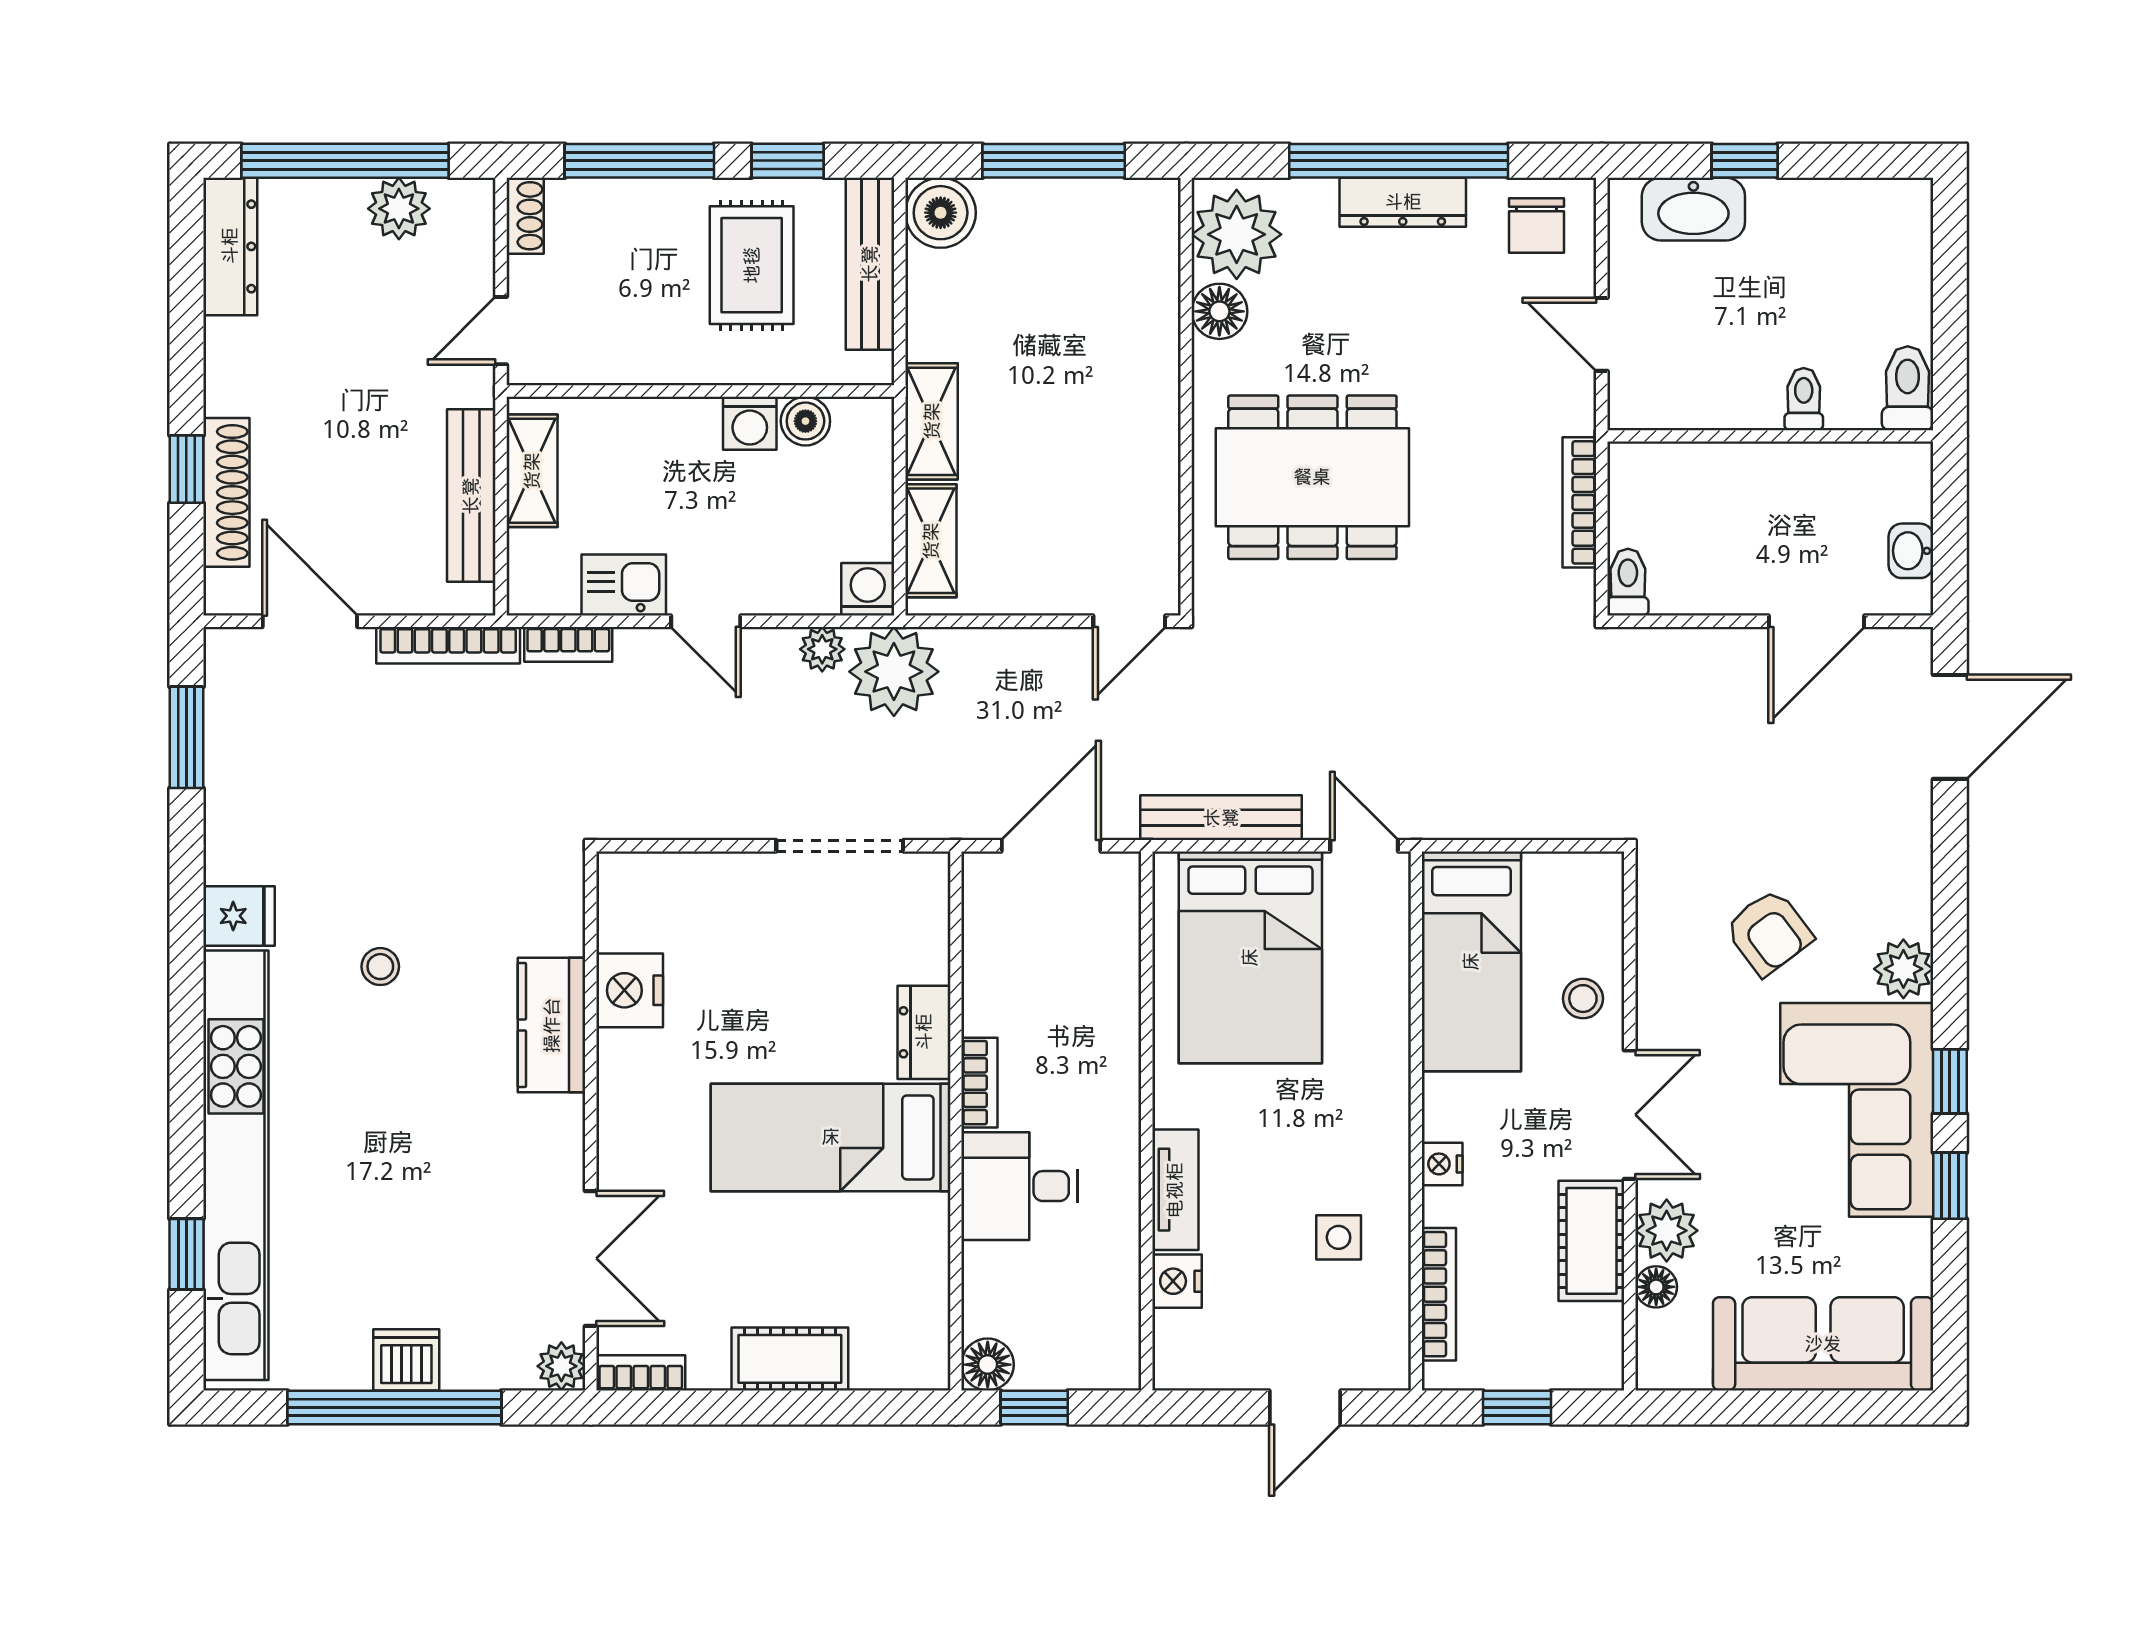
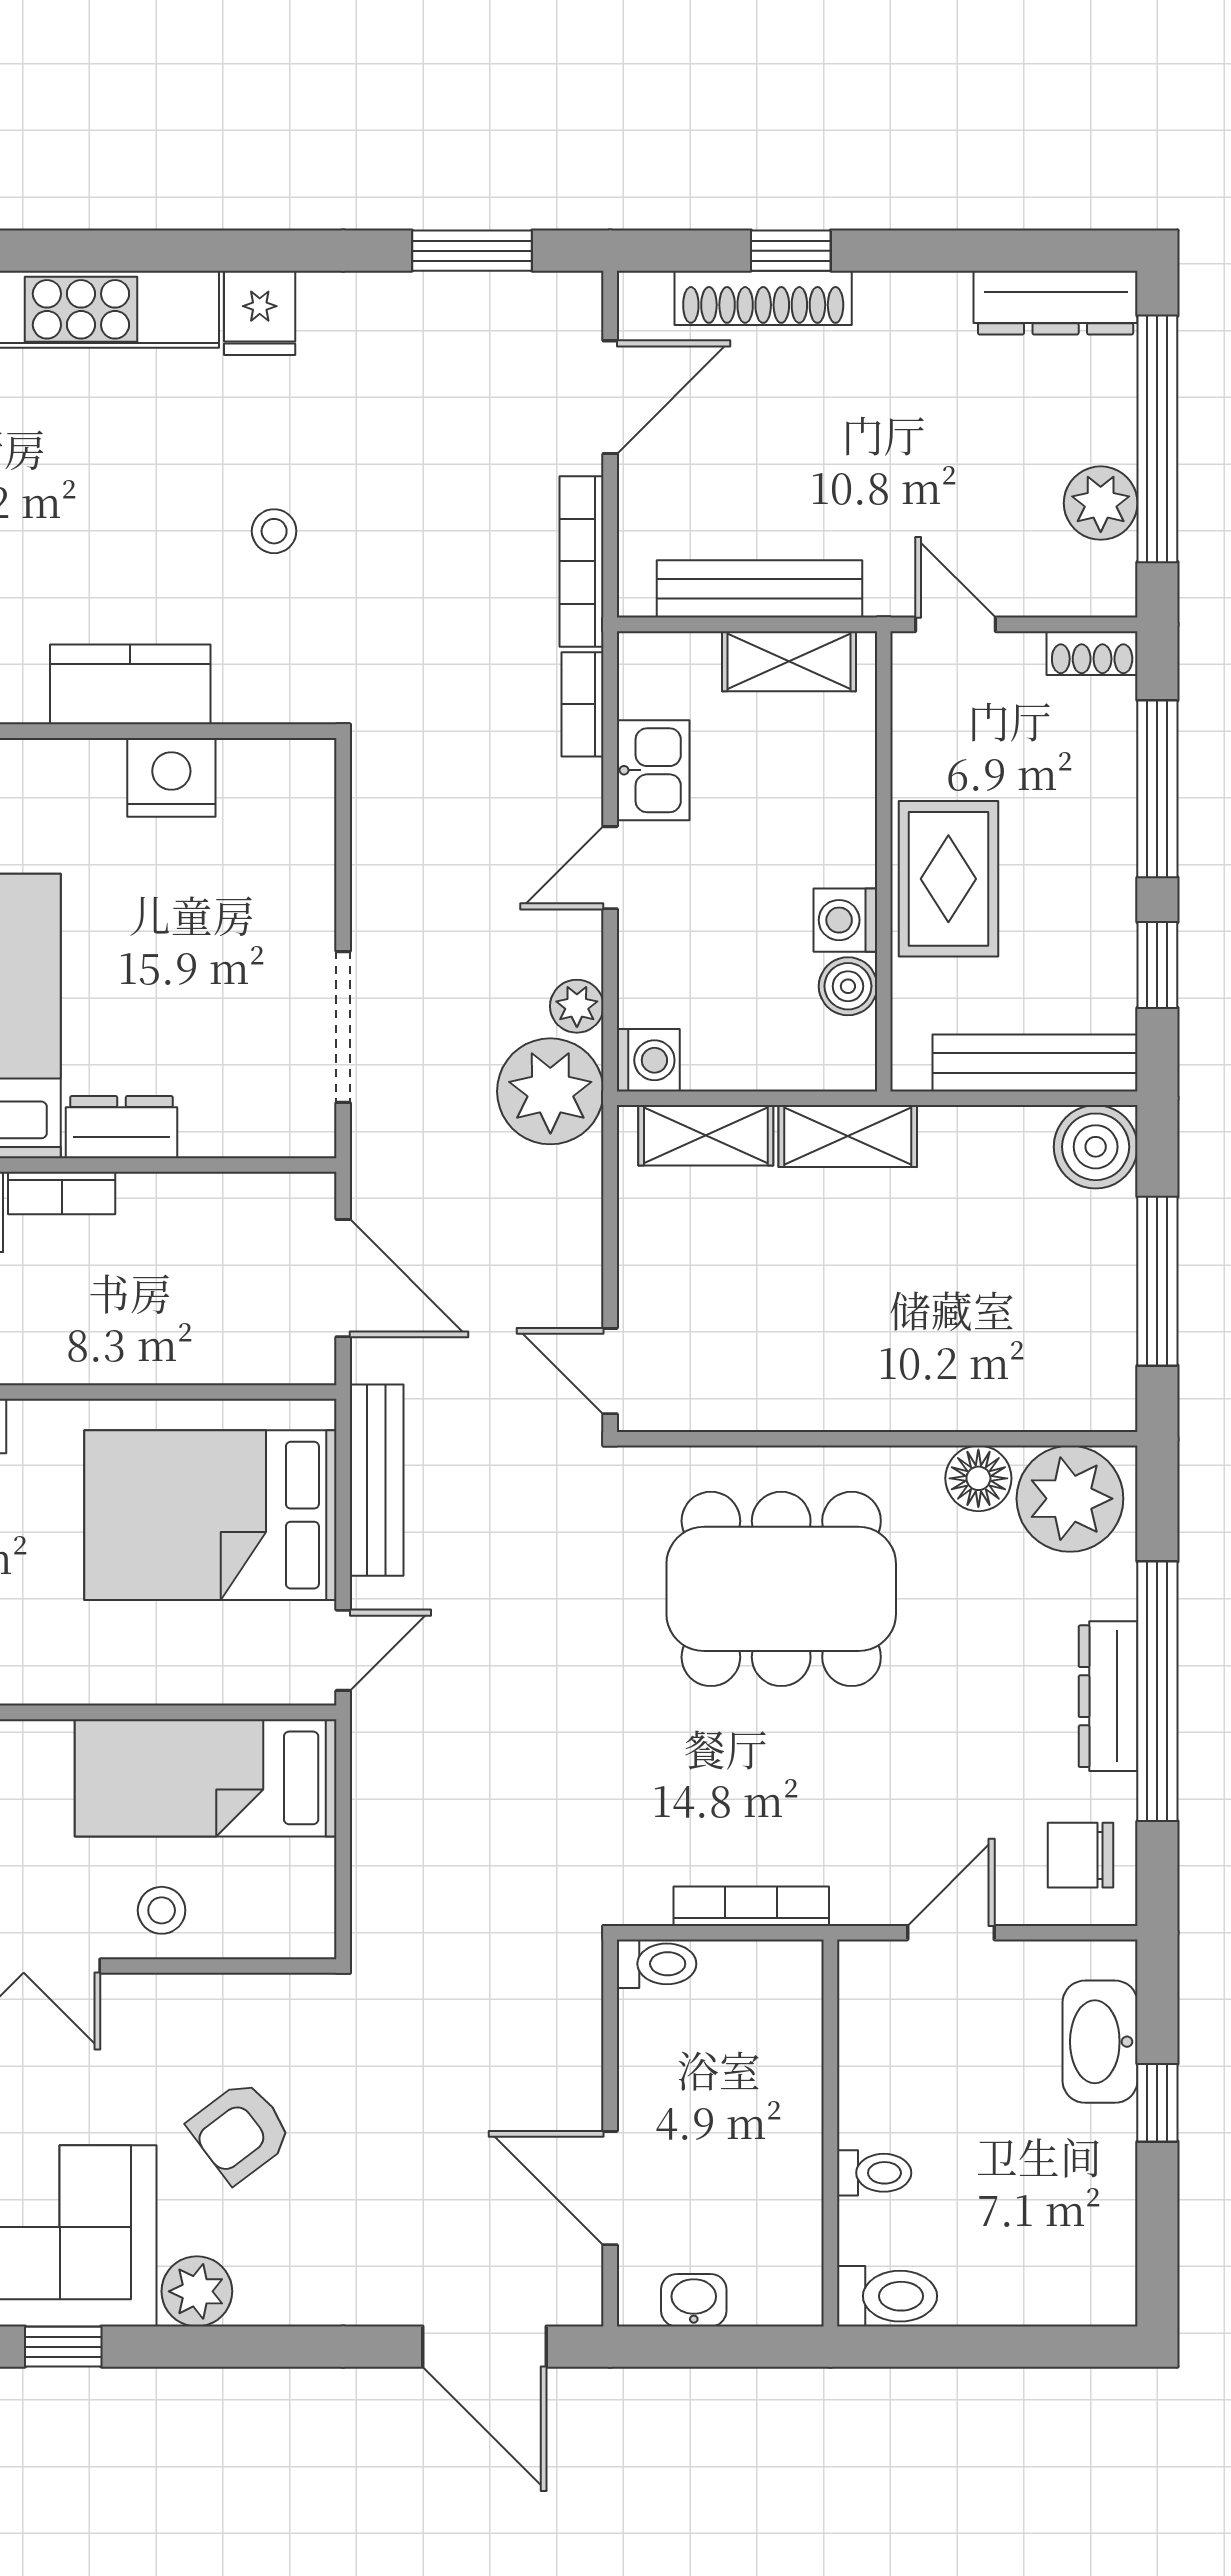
rug: (752, 265) -> (948, 879), moved, turned 90
dining table: (1312, 477) -> (781, 1589), turned 90
stool: (380, 967) -> (274, 531), moved

